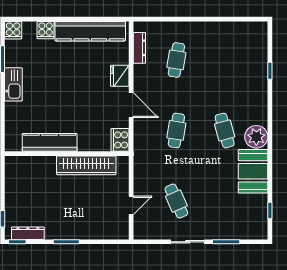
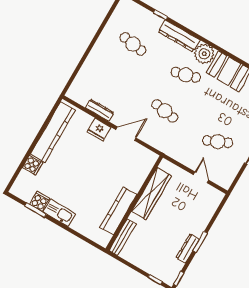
cooker: (13, 30) -> (40, 201), moved, turned -90
dresser: (139, 48) -> (100, 110), moved
cafe table: (176, 60) -> (133, 44), moved
dresser: (260, 101) -> (179, 36), added
cooker: (120, 140) -> (147, 157), removed
bench: (26, 162) -> (122, 237), added
dresser: (28, 233) -> (188, 248), moved

